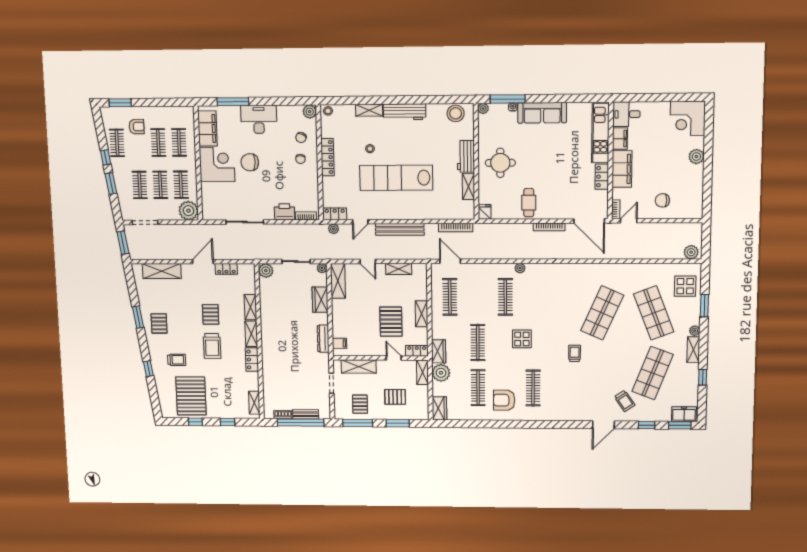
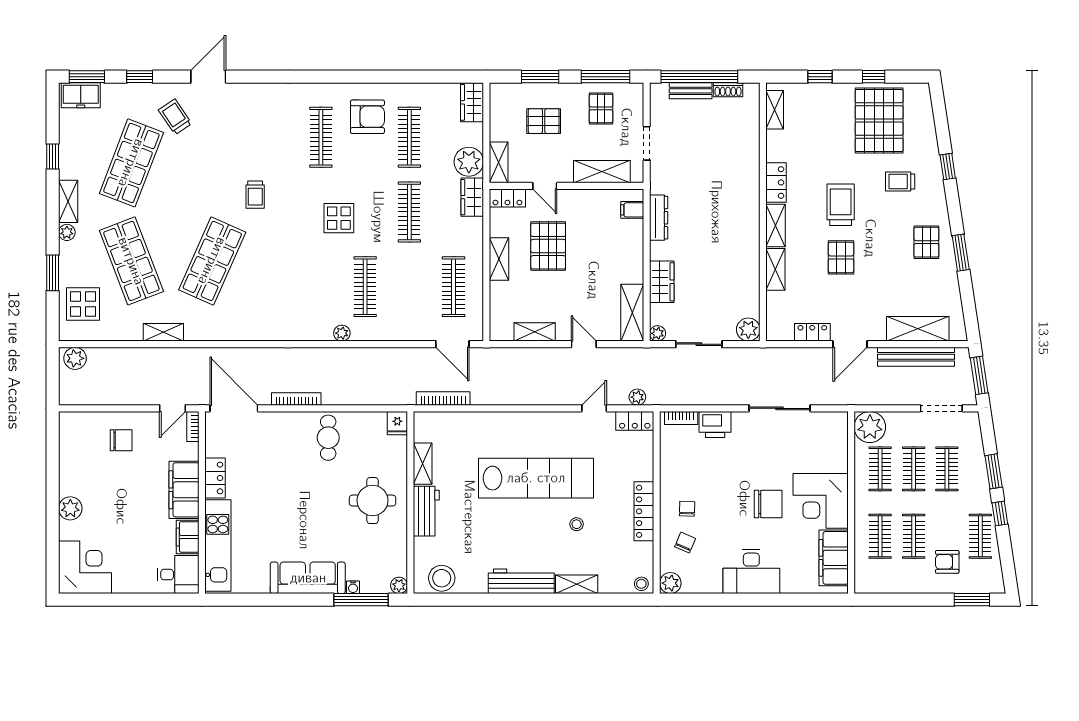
window: (233, 102) -> (791, 600), removed
bench: (400, 229) -> (916, 357), moved
shelving: (634, 269) -> (163, 332), added

